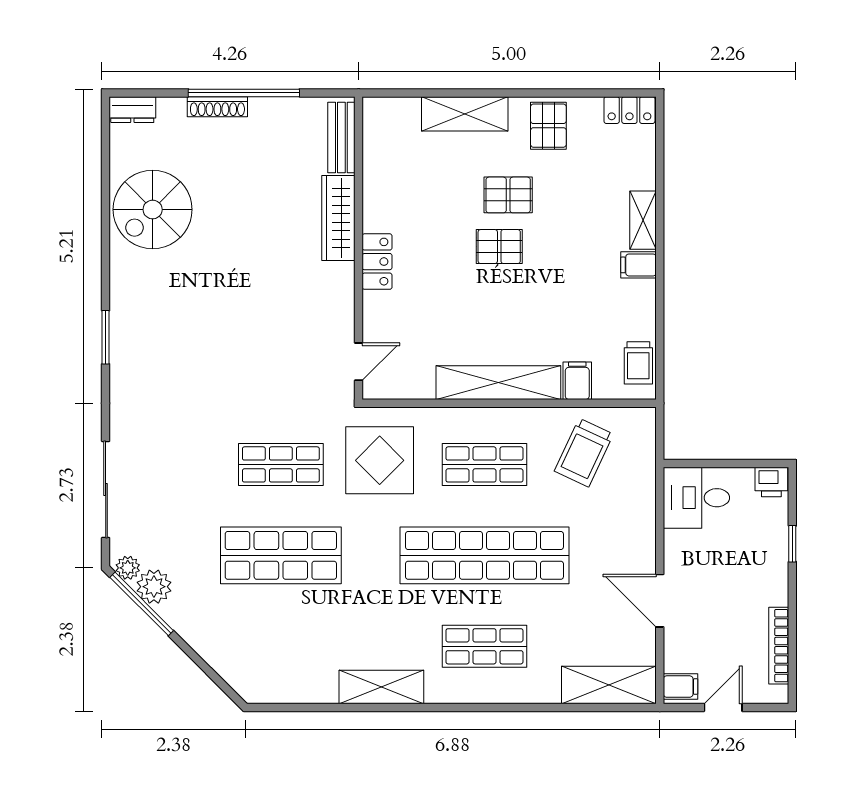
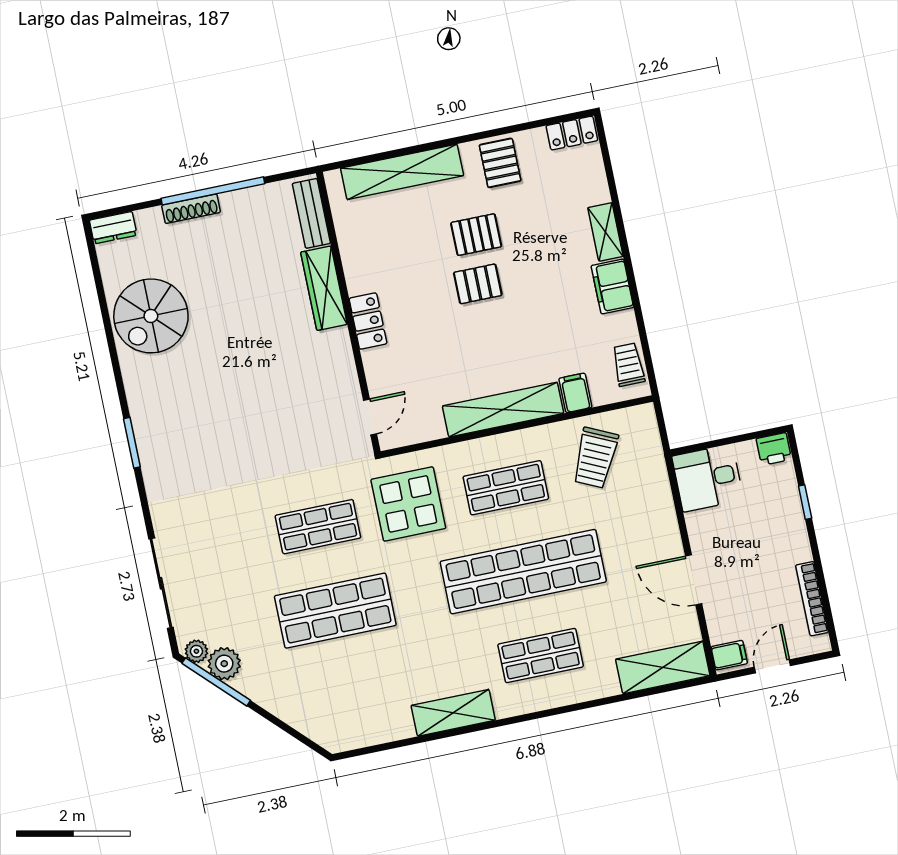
shelving: (465, 114) -> (402, 172), width x1.47
filing cabinet: (639, 265) -> (612, 286), width x2.00
trolley: (638, 363) -> (628, 365), turned 180

